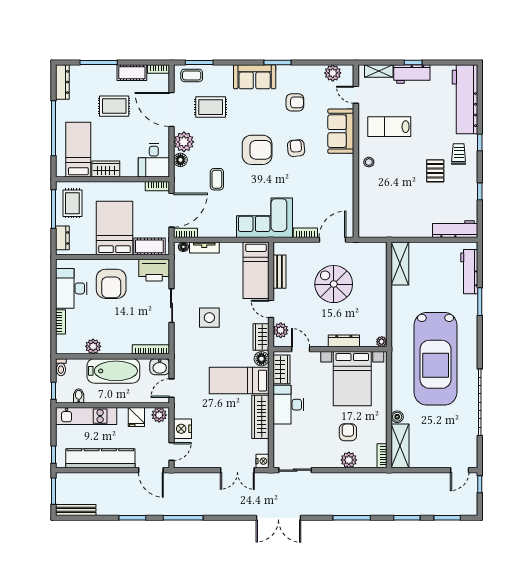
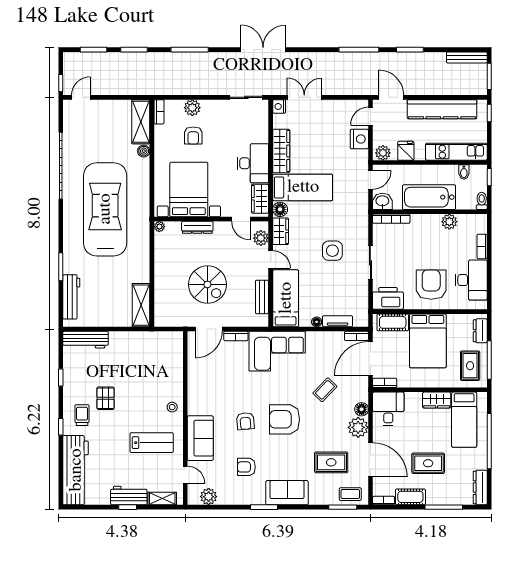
trolley: (459, 154) -> (82, 415), turned 180
coffee table: (217, 179) -> (325, 390), turned 44
floor lamp: (183, 247) -> (317, 322), moved

